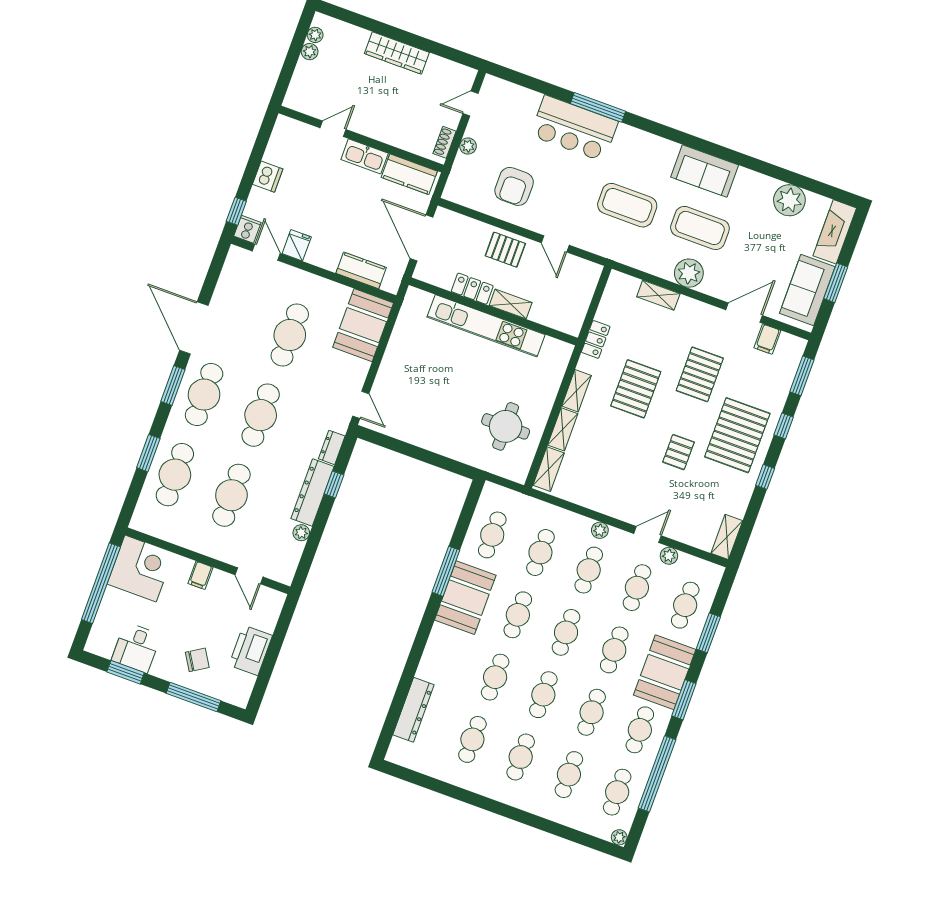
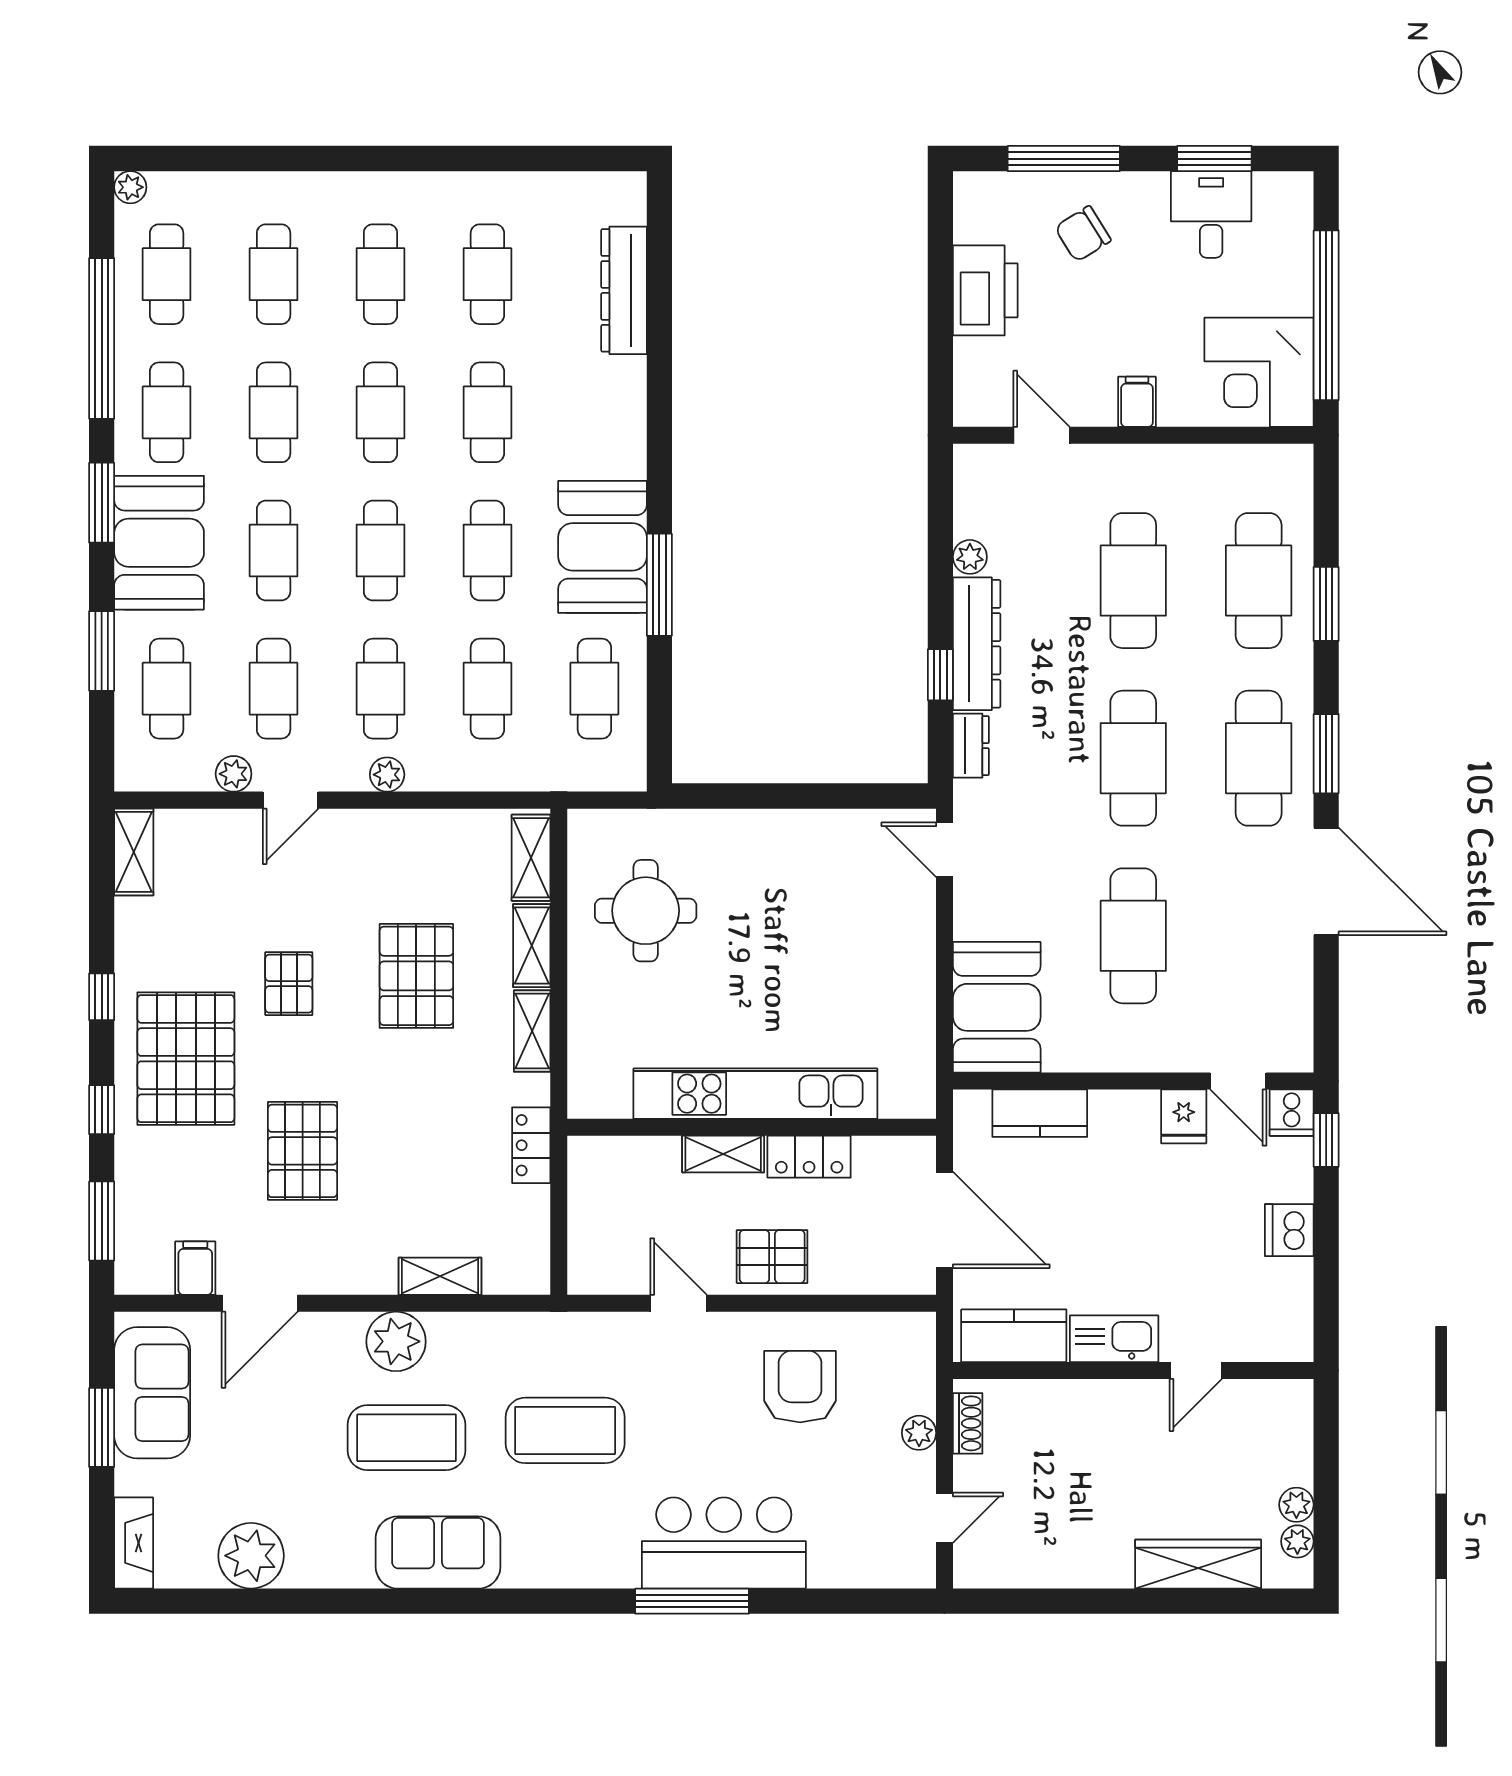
wardrobe: (397, 53) -> (1198, 1564), moved
fireplace: (835, 232) -> (134, 1543), width x0.73, depth x0.76
pallet: (636, 389) -> (416, 976), moved

